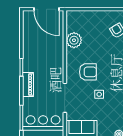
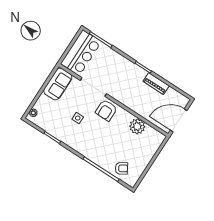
armchair: (88, 72) -> (106, 110), moved
piano: (28, 85) -> (156, 84), moved

